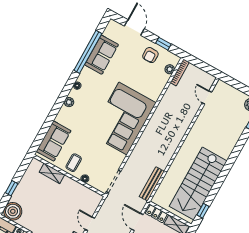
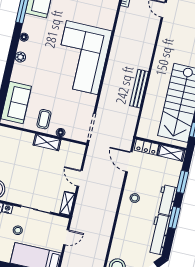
shelving: (52, 173) -> (47, 142), moved
bench: (152, 184) -> (139, 89), moved

